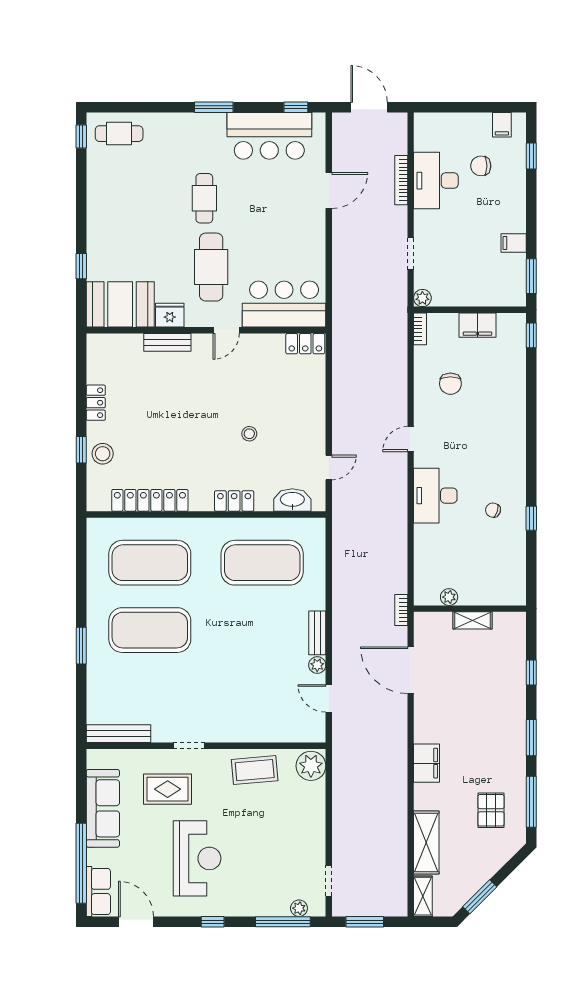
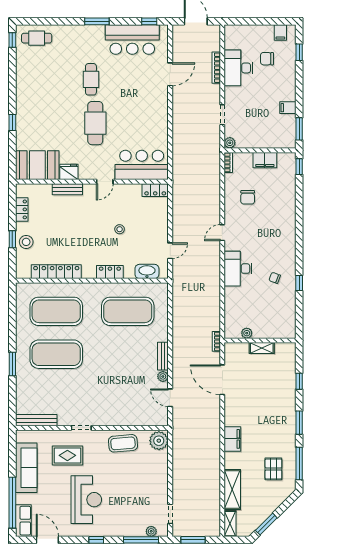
booth: (120, 304) -> (37, 165), moved
bar counter: (284, 304) -> (142, 165), moved
fridge: (170, 315) -> (69, 172), moved
wall: (206, 330) -> (92, 182), moved
door: (226, 330) -> (105, 182), moved
bench: (167, 342) -> (67, 189), moved
locker: (305, 344) -> (155, 190), moved

